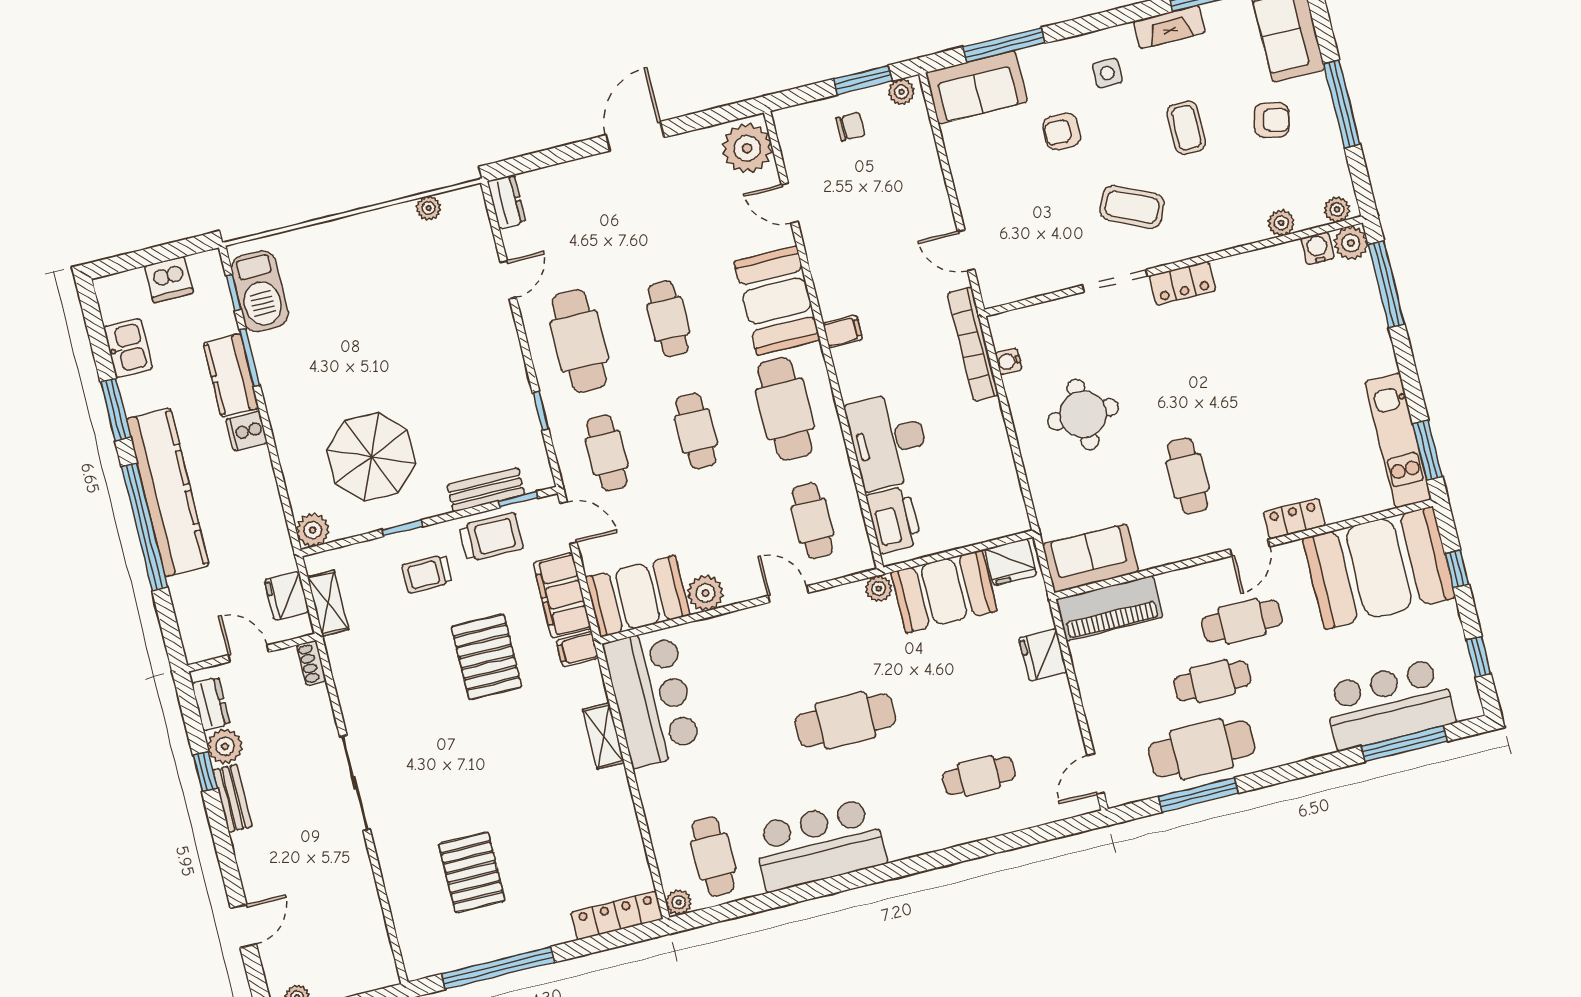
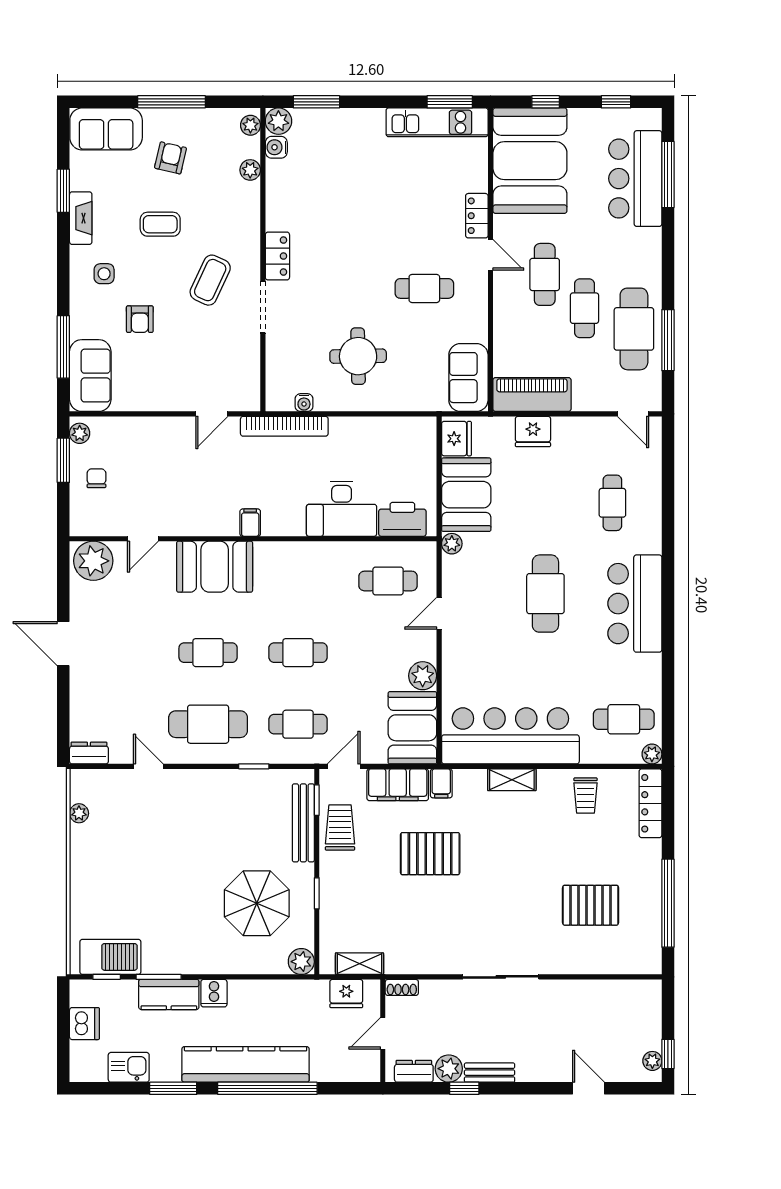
window: (1386, 284) -> (316, 102), width x0.69
cafe table: (785, 409) -> (298, 581), removed
bench: (486, 490) -> (303, 823), width x1.36
trolley: (427, 574) -> (586, 796), moved
piano: (1109, 608) -> (532, 395), moved, turned -90
bar counter: (652, 698) -> (510, 736), width x1.36
bar counter: (819, 845) -> (635, 604), moved

